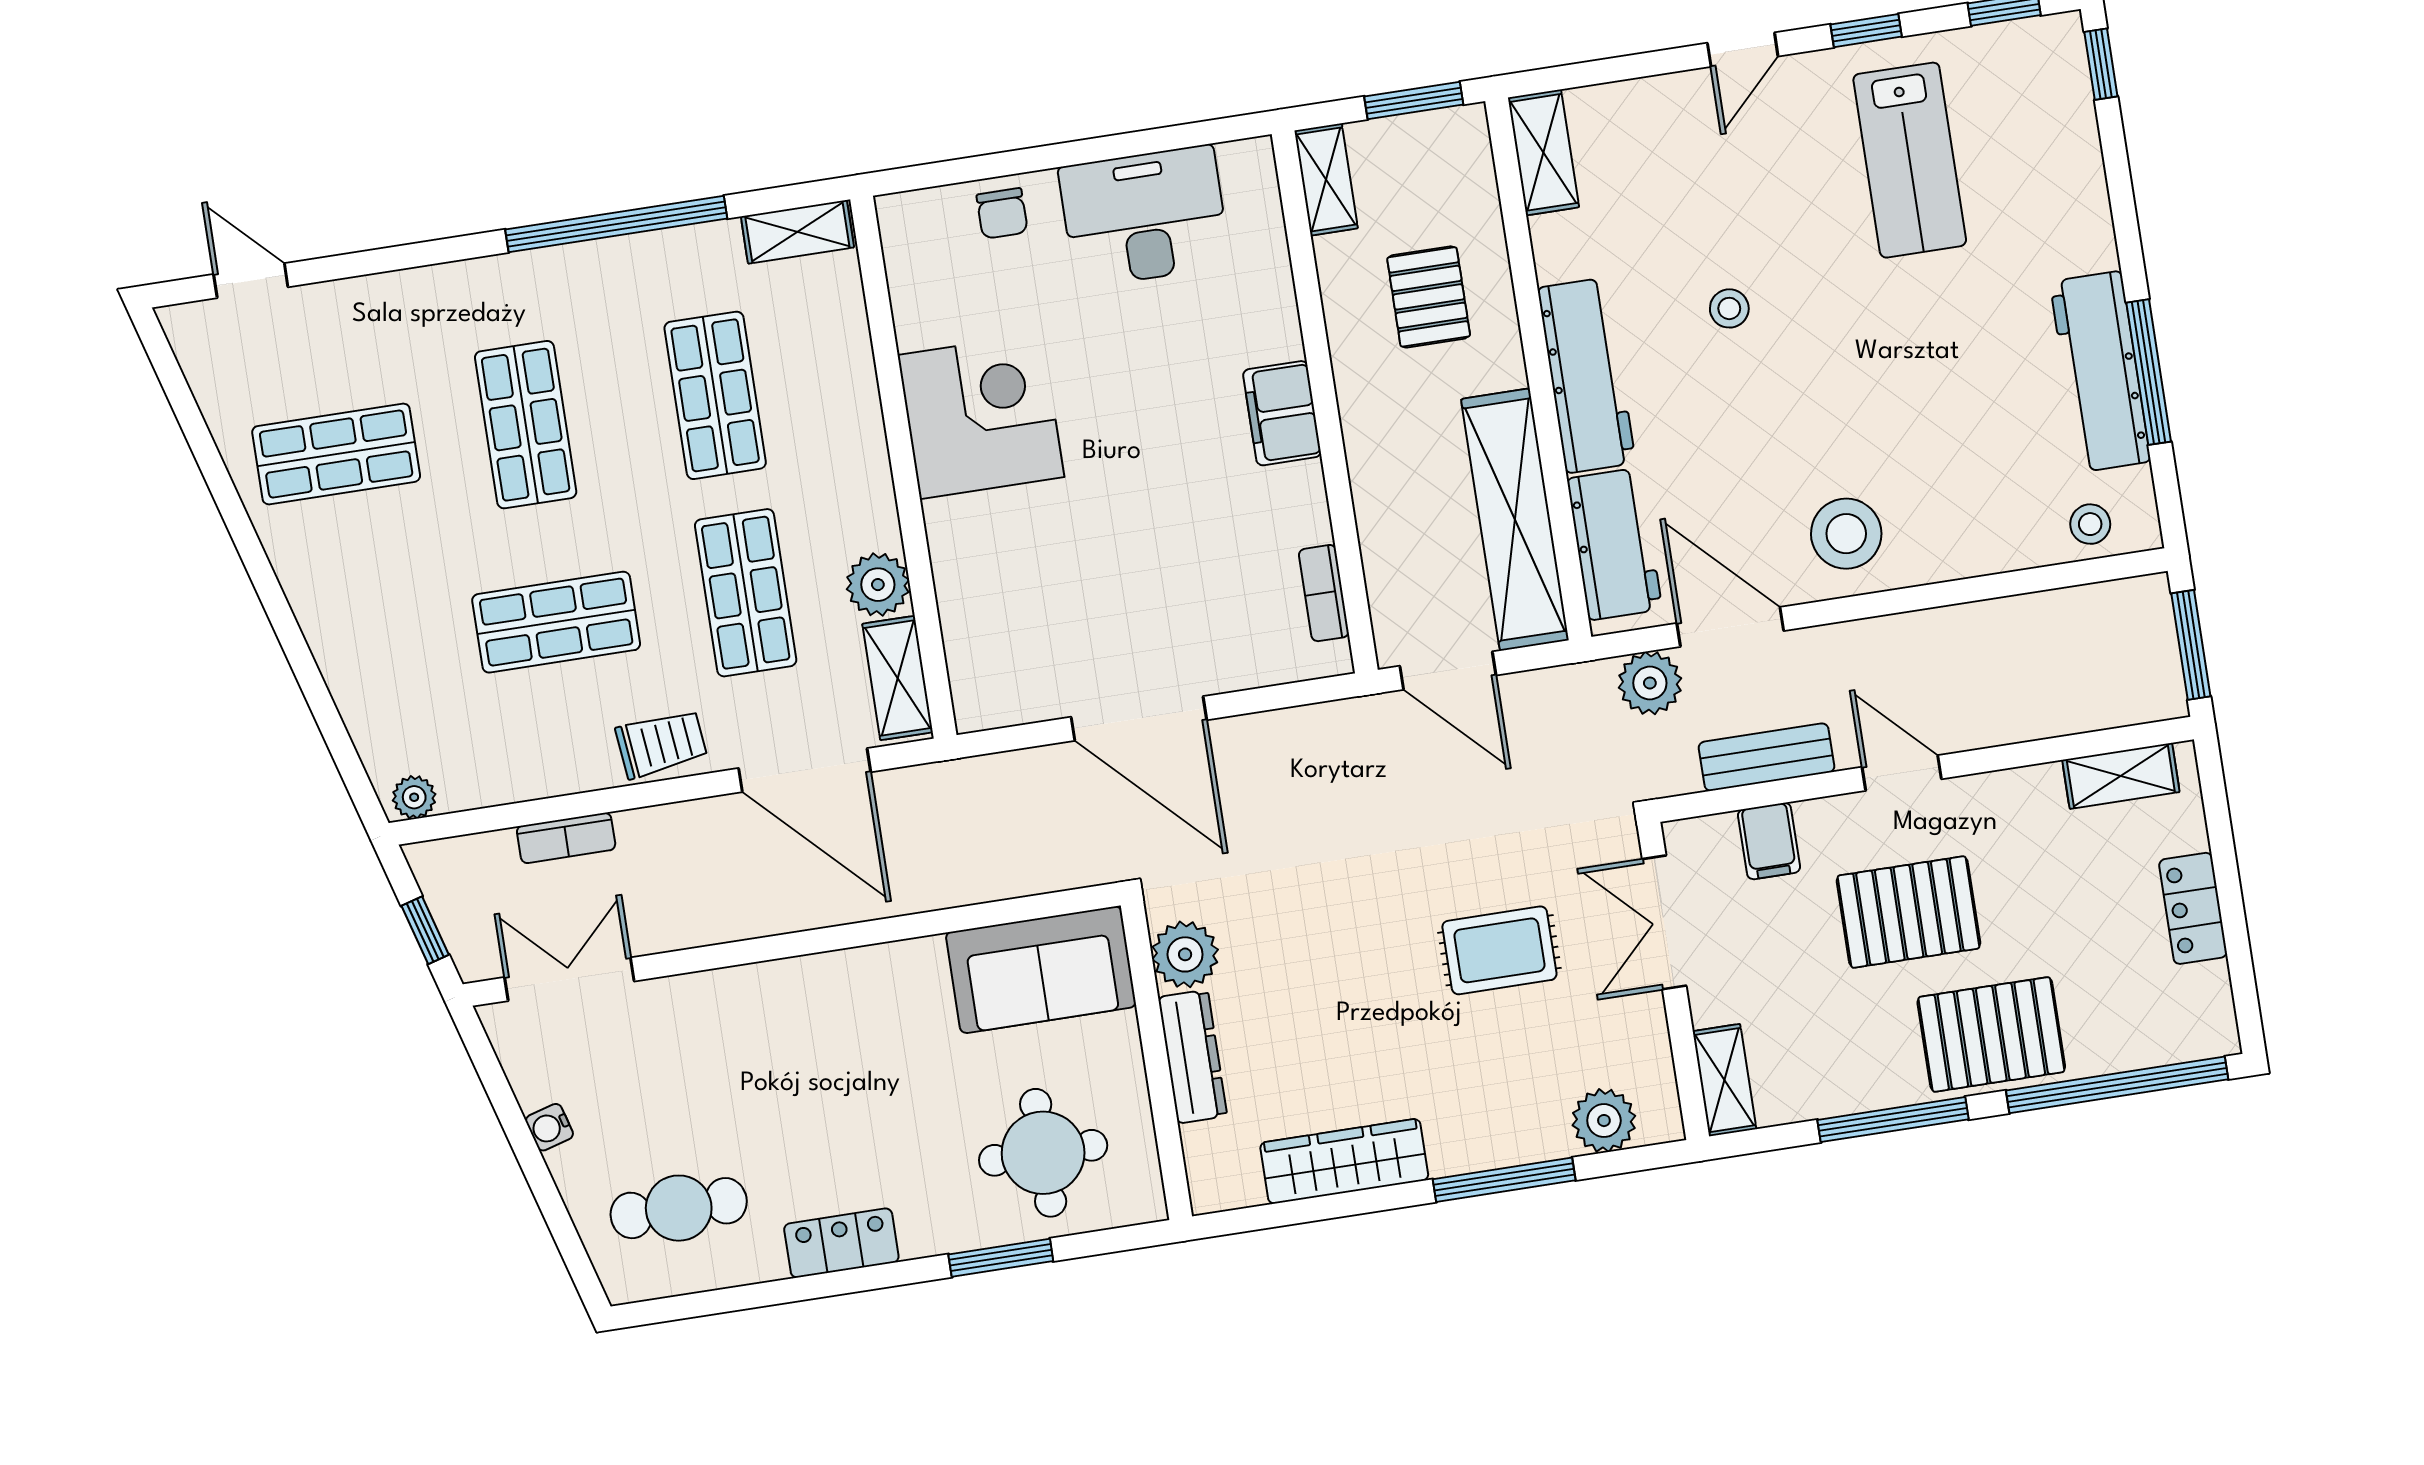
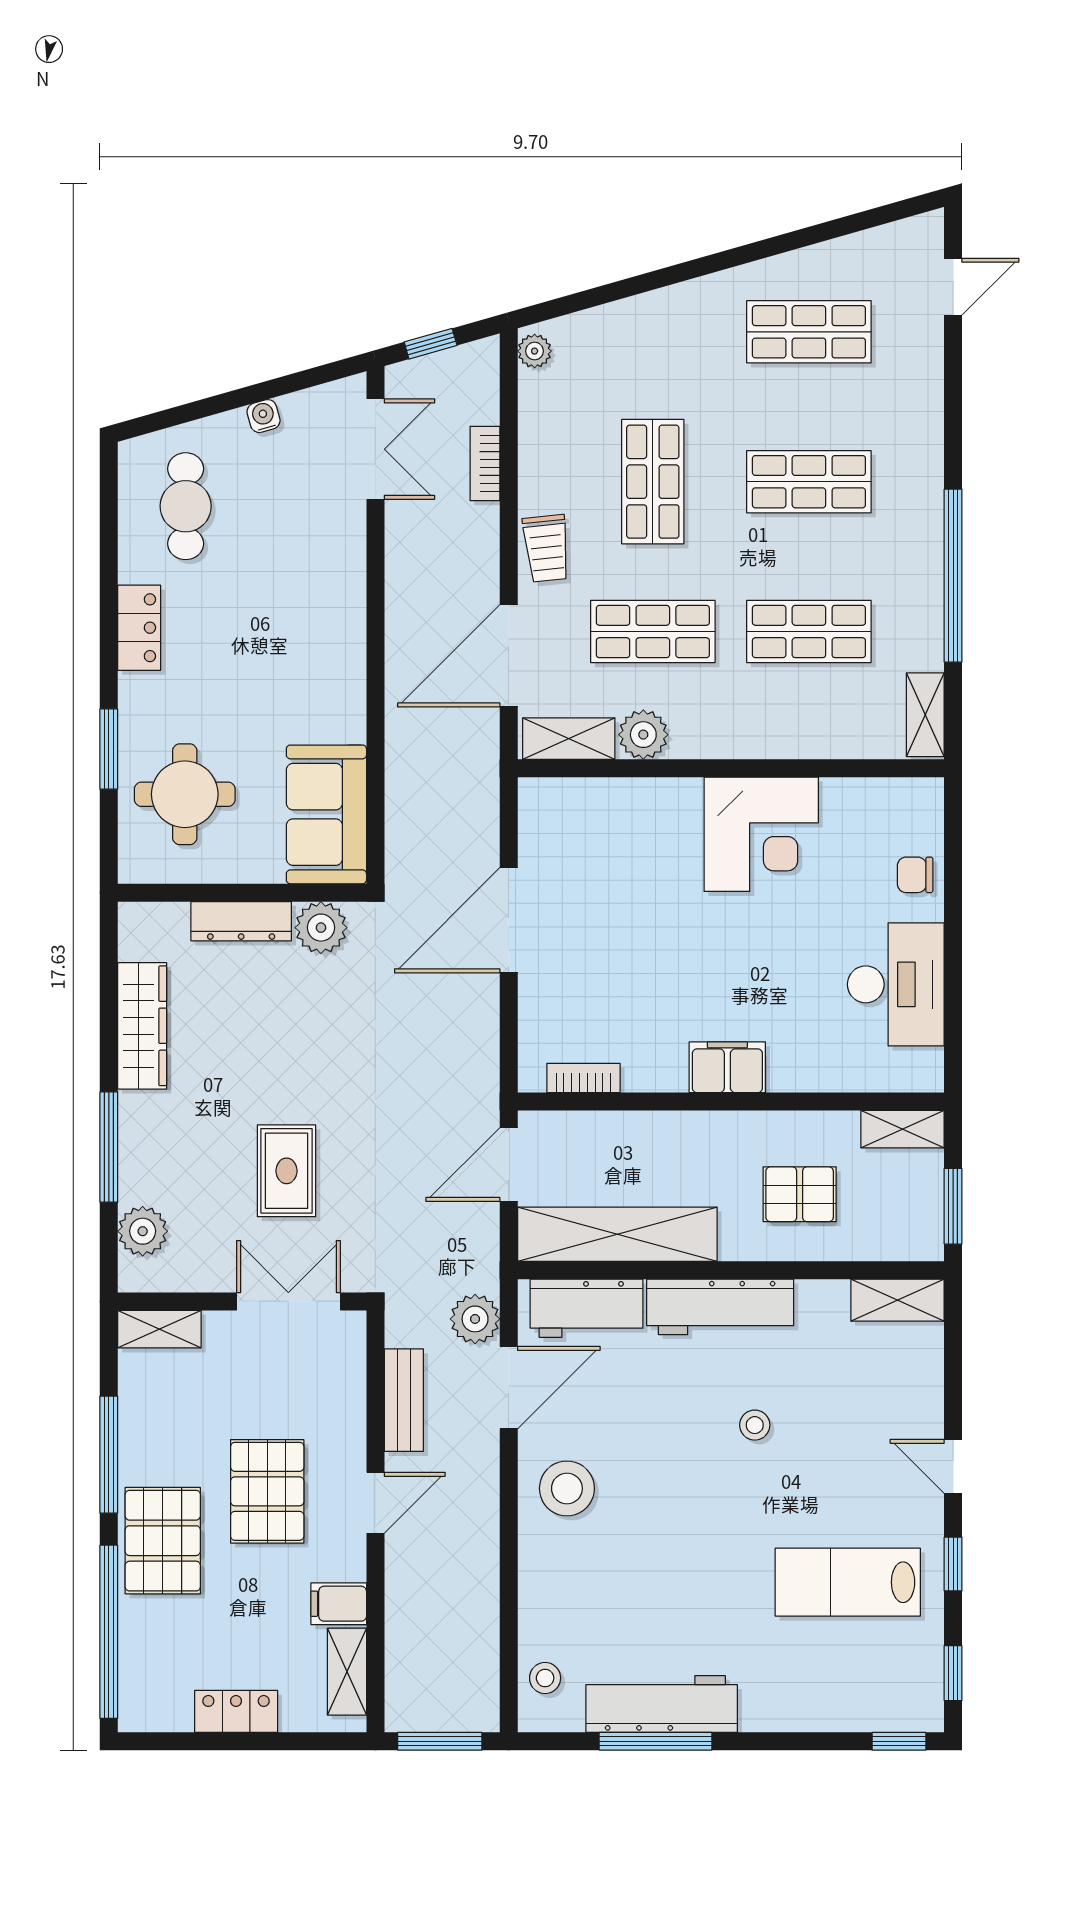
shop shelf: (336, 454) -> (809, 332), turned 90
filing cabinet: (1769, 841) -> (339, 1604), moved

